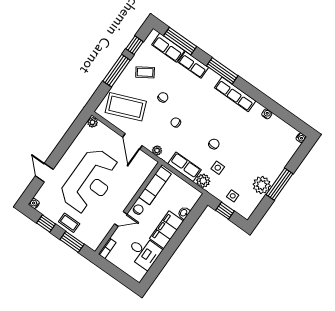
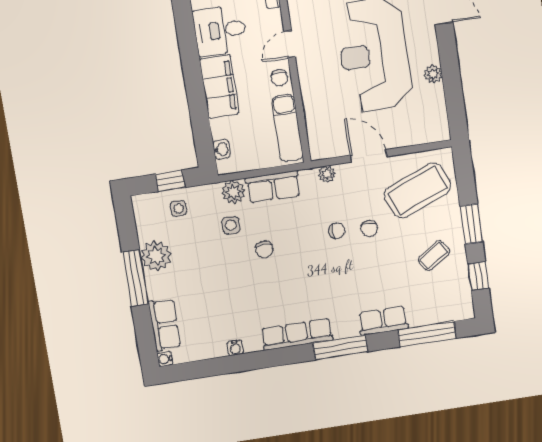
row of seats: (168, 48) -> (165, 325), moved, turned 90
window: (117, 71) -> (471, 224), width x0.69
chair: (163, 97) -> (369, 229), moved
plant: (93, 122) -> (433, 74), moved
washbasin: (184, 213) -> (222, 149), moved

